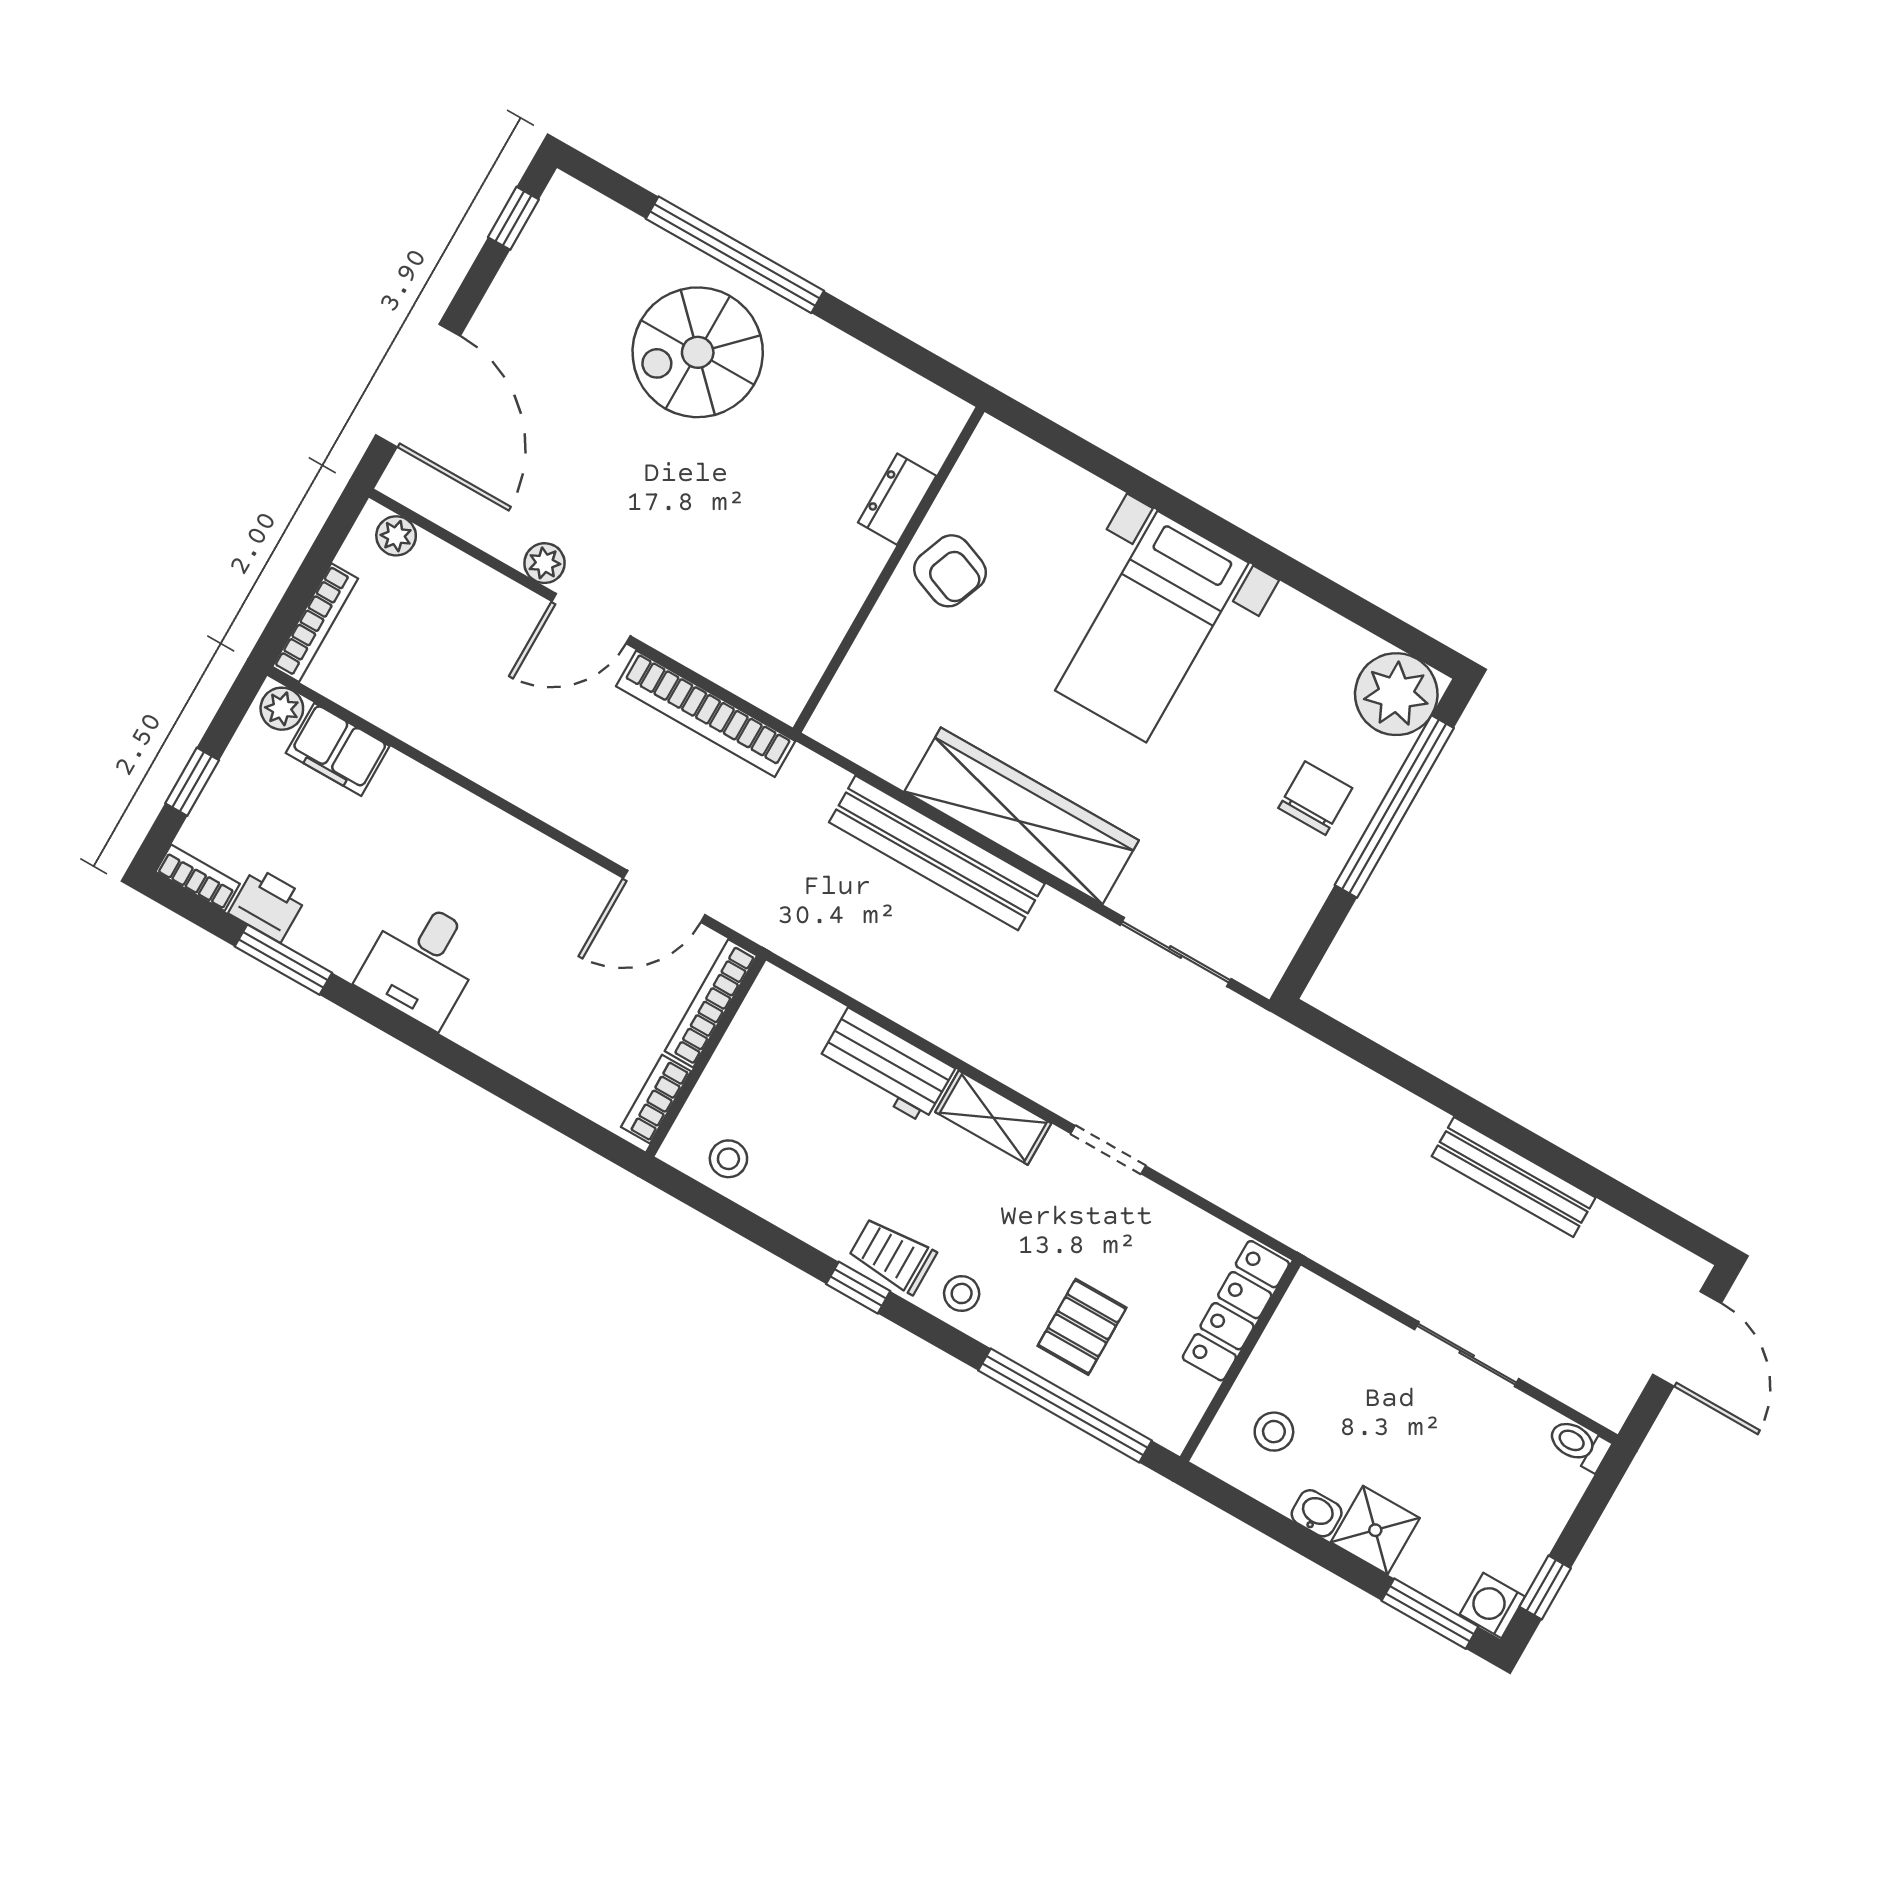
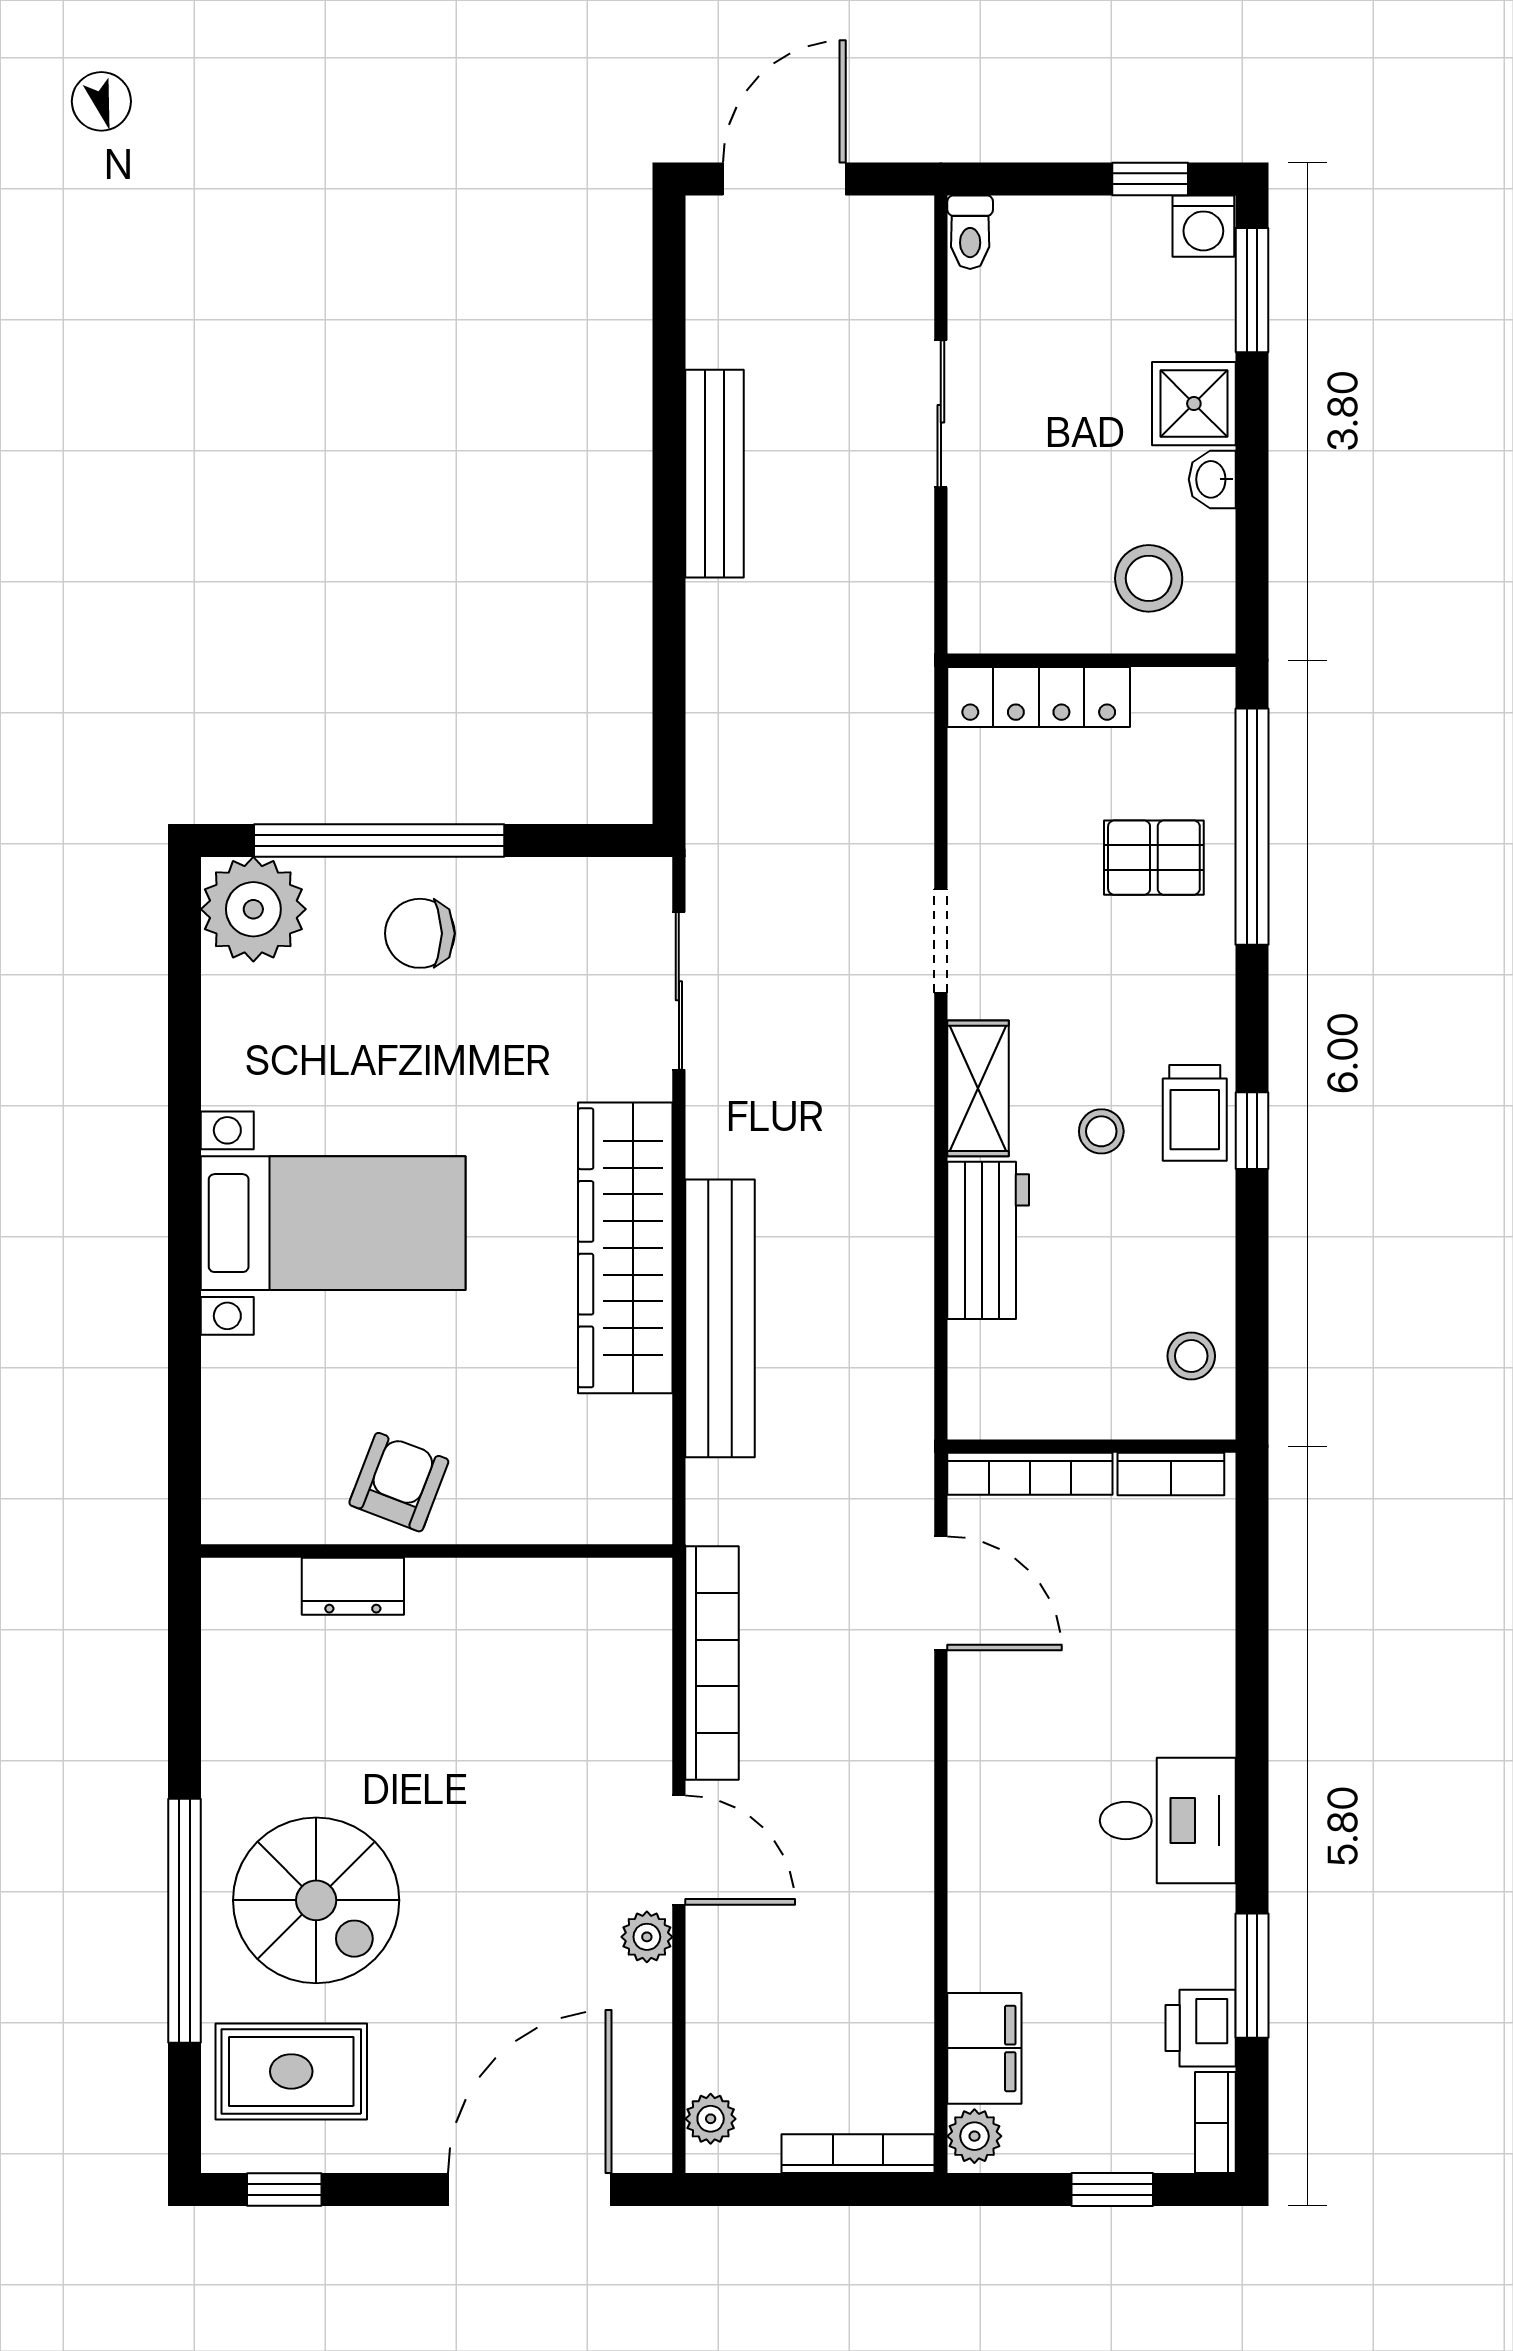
rug: (591, 269) -> (291, 2071), added
stool: (962, 1293) -> (1101, 1131), moved
stool: (1274, 1432) -> (1149, 578), width x1.37, depth x1.37

